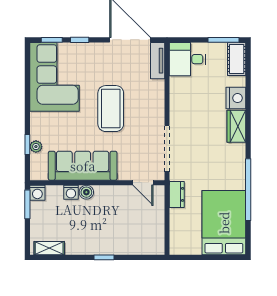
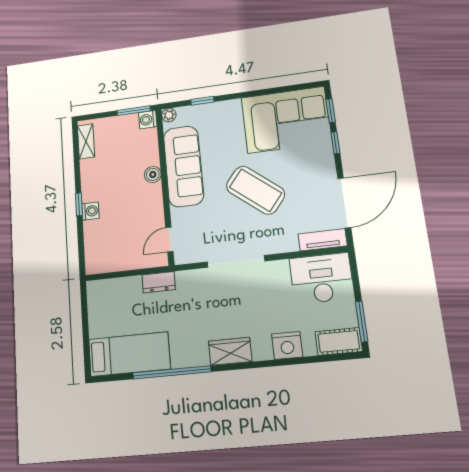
desk: (188, 59) -> (322, 278), width x1.37
coffee table: (111, 109) -> (255, 190), turned 39
wardrobe: (236, 126) -> (230, 351), moved
plant: (36, 147) -> (169, 115), moved
doorway: (167, 149) -> (236, 261), moved
washing machine: (71, 192) -> (90, 211), moved, turned 180
bed: (224, 223) -> (129, 354), width x0.67

